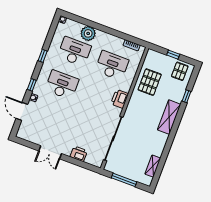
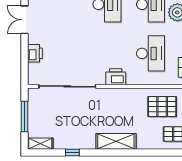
pallet: (150, 82) -> (162, 107), moved
window: (187, 96) -> (72, 152), moved
shelving: (153, 166) -> (40, 144), moved

